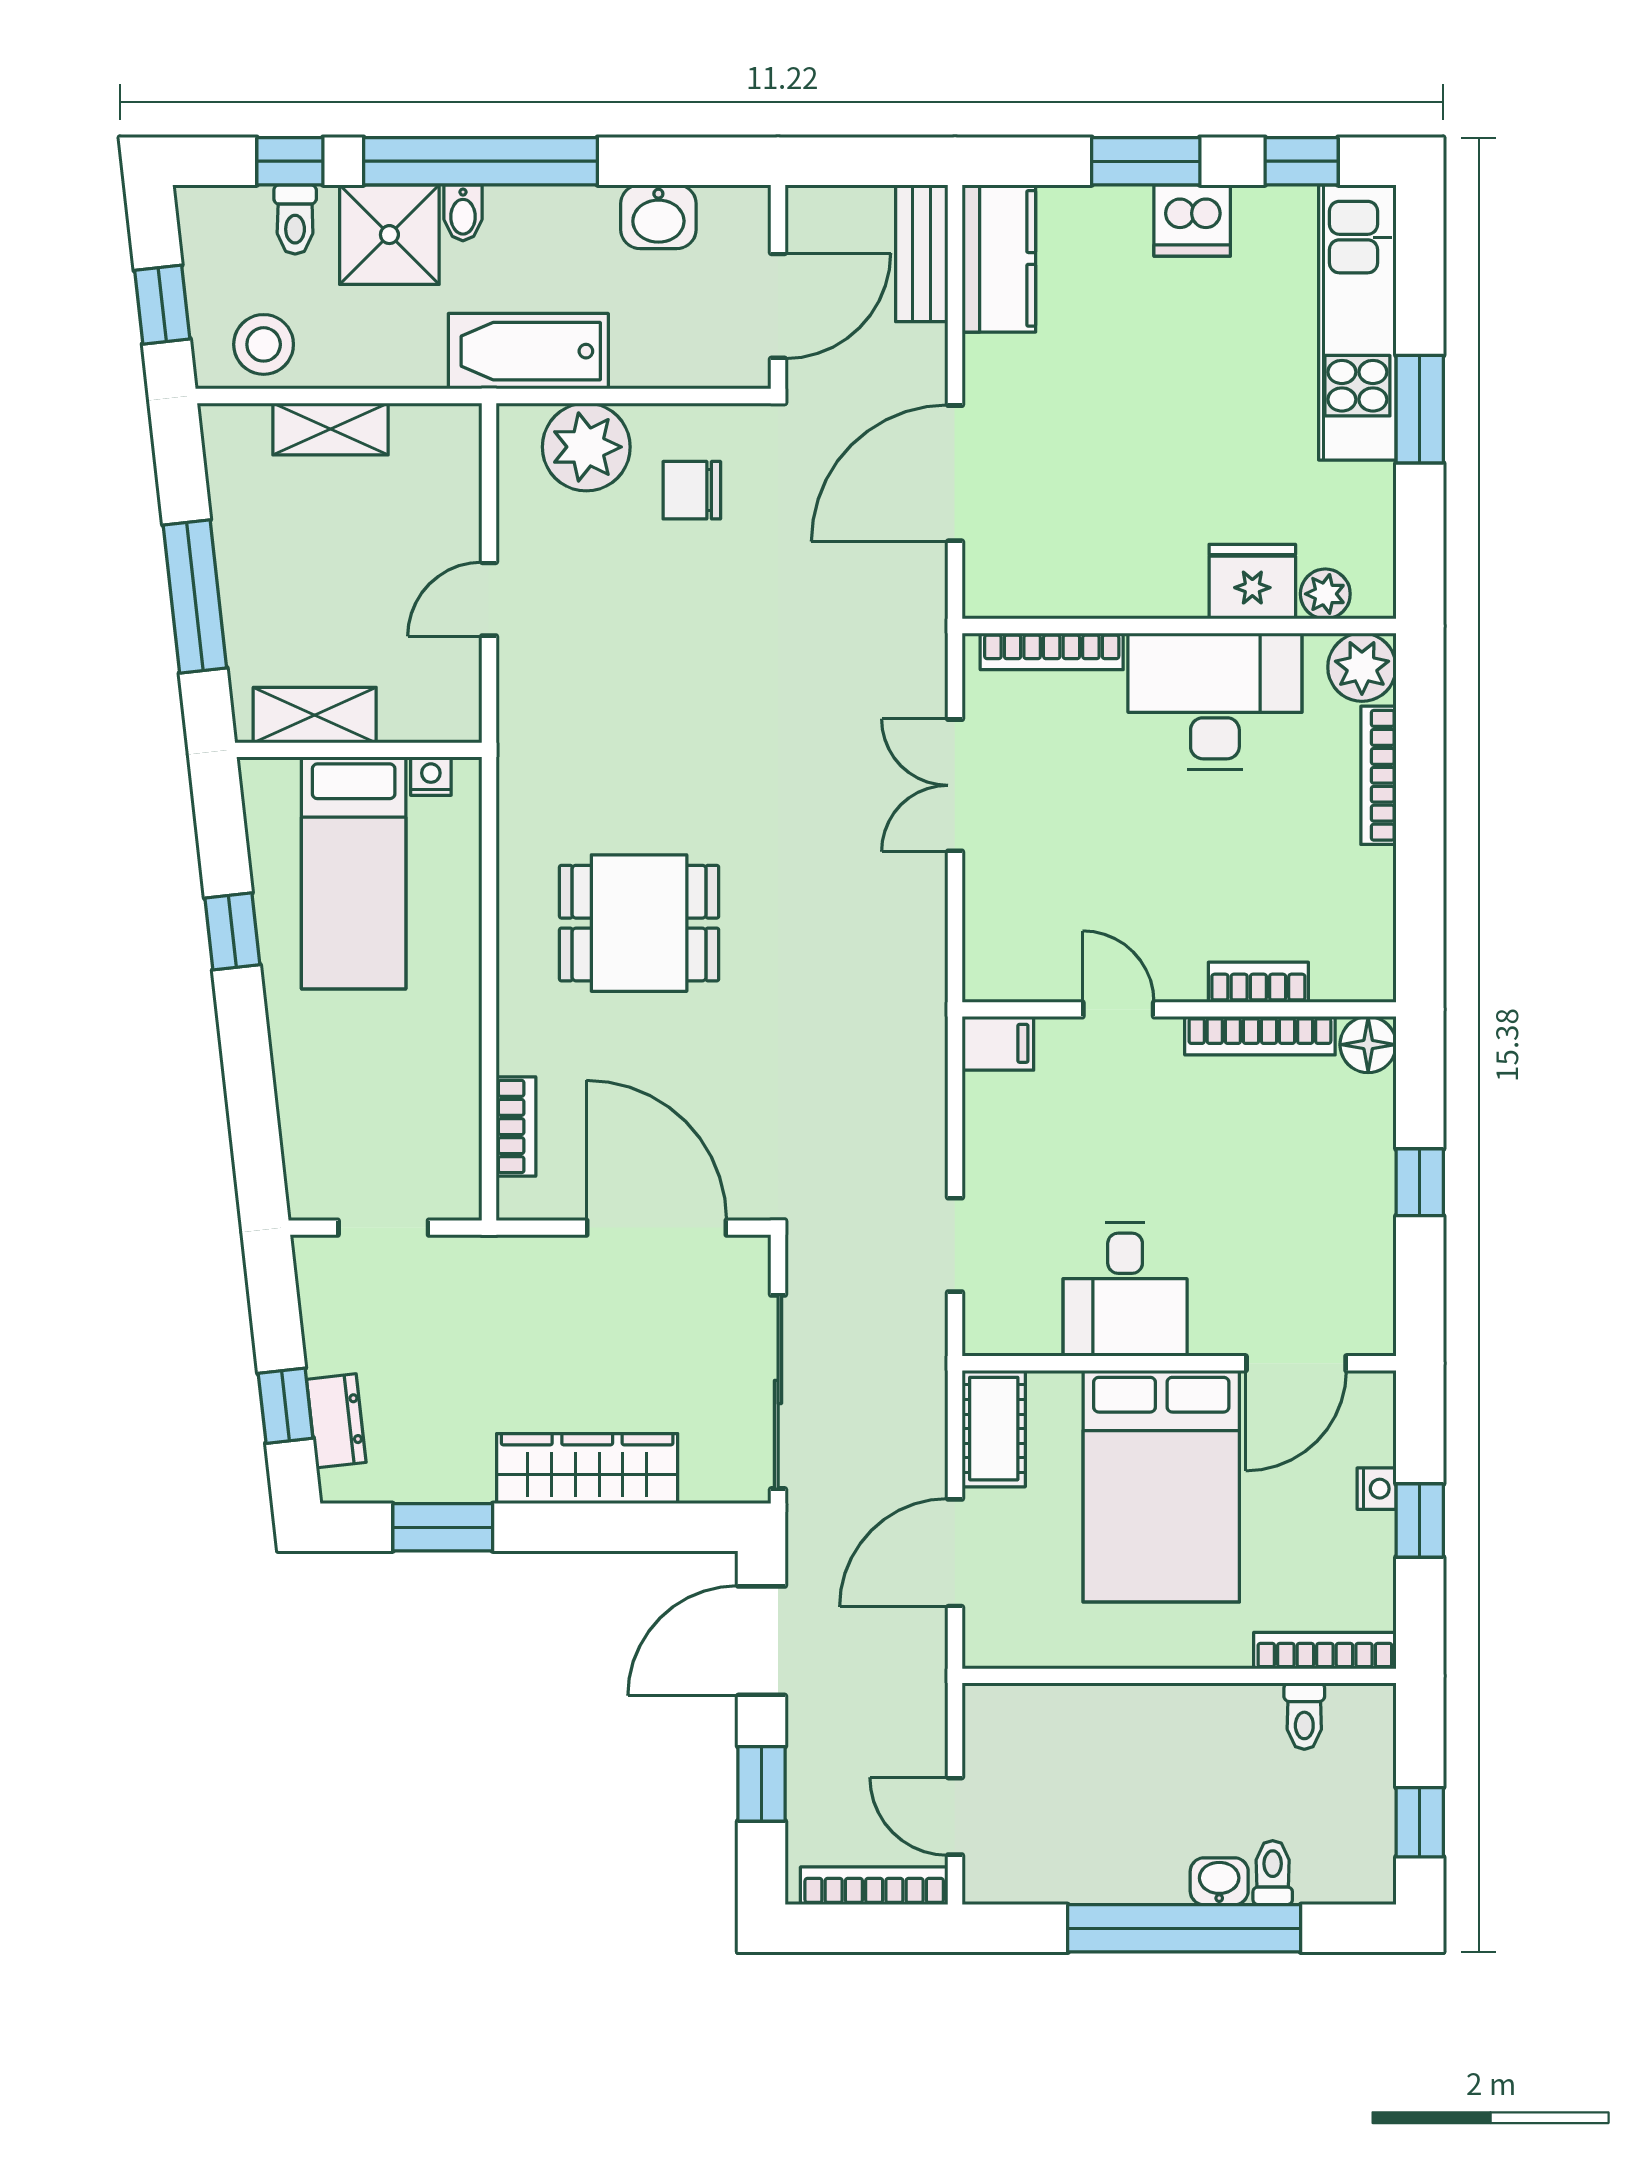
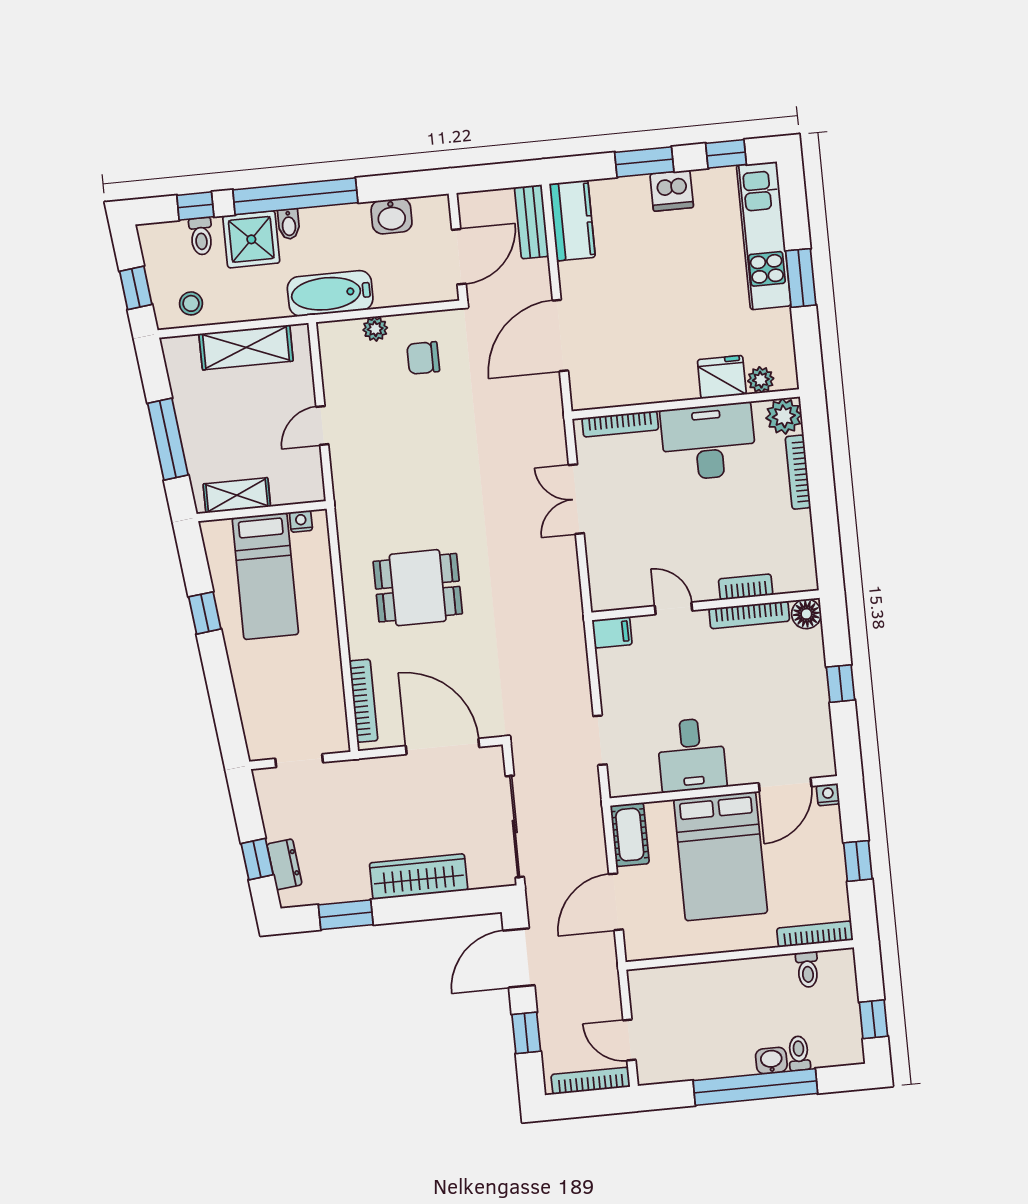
stool: (264, 344) -> (191, 303), width x0.73, depth x0.73
shelving: (330, 429) -> (246, 347), width x1.50, depth x1.33
plant: (586, 447) -> (375, 329), width x0.53, depth x0.53
bookcase: (516, 1127) -> (364, 701), width x1.56
nightstand: (1377, 1489) -> (828, 795), moved, turned -90

